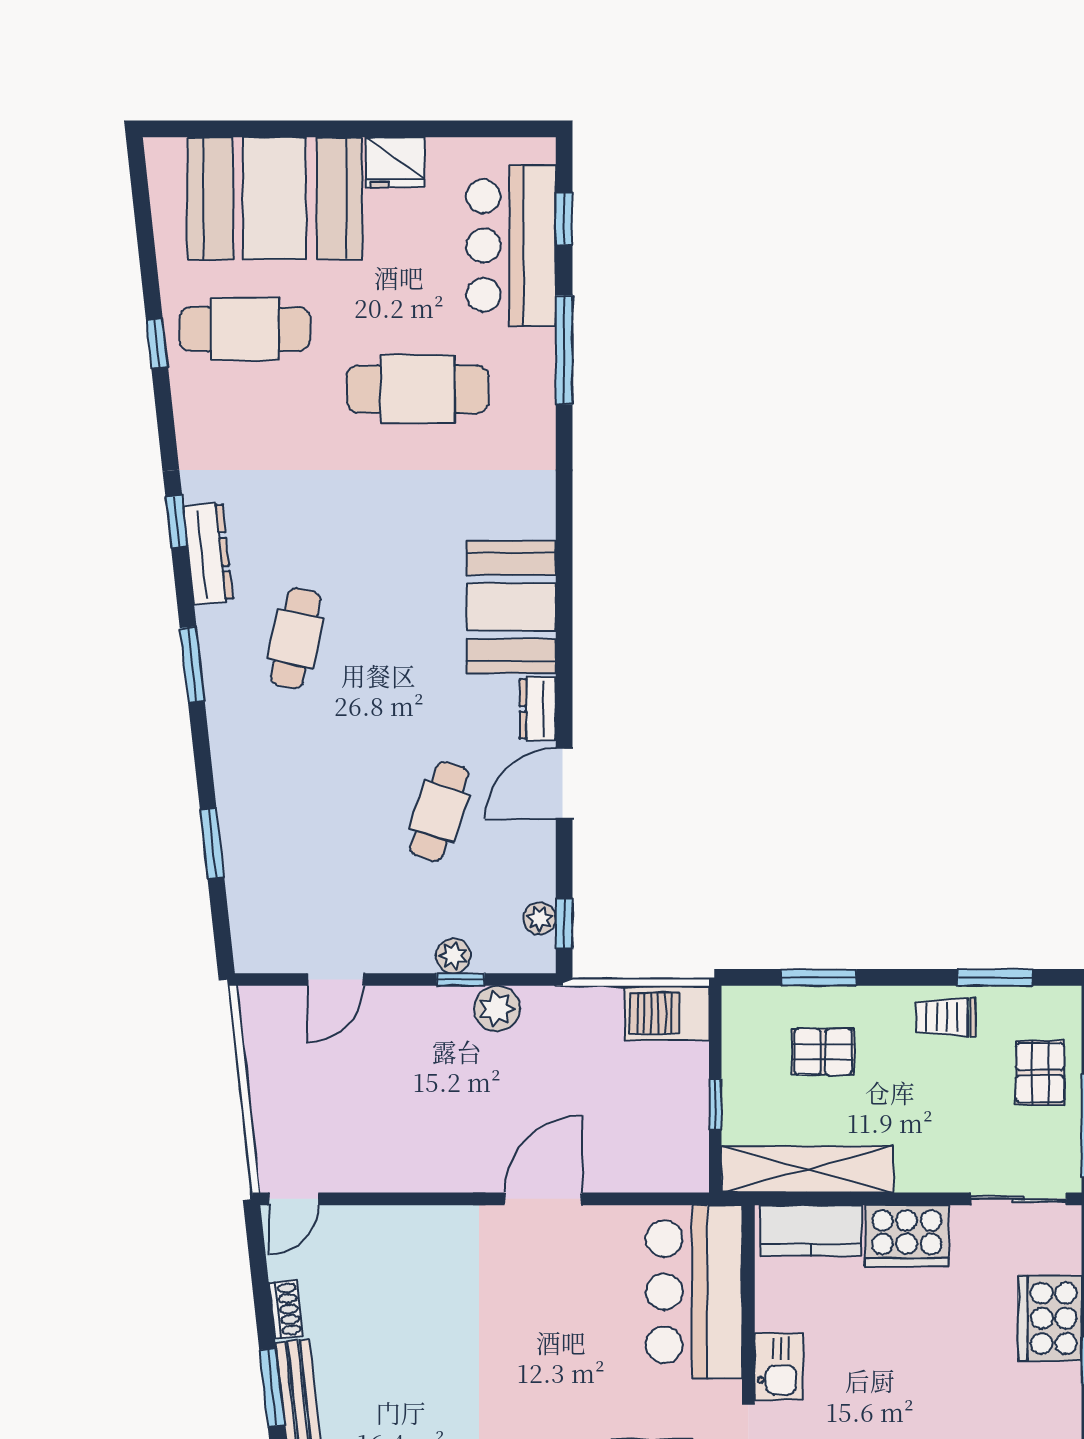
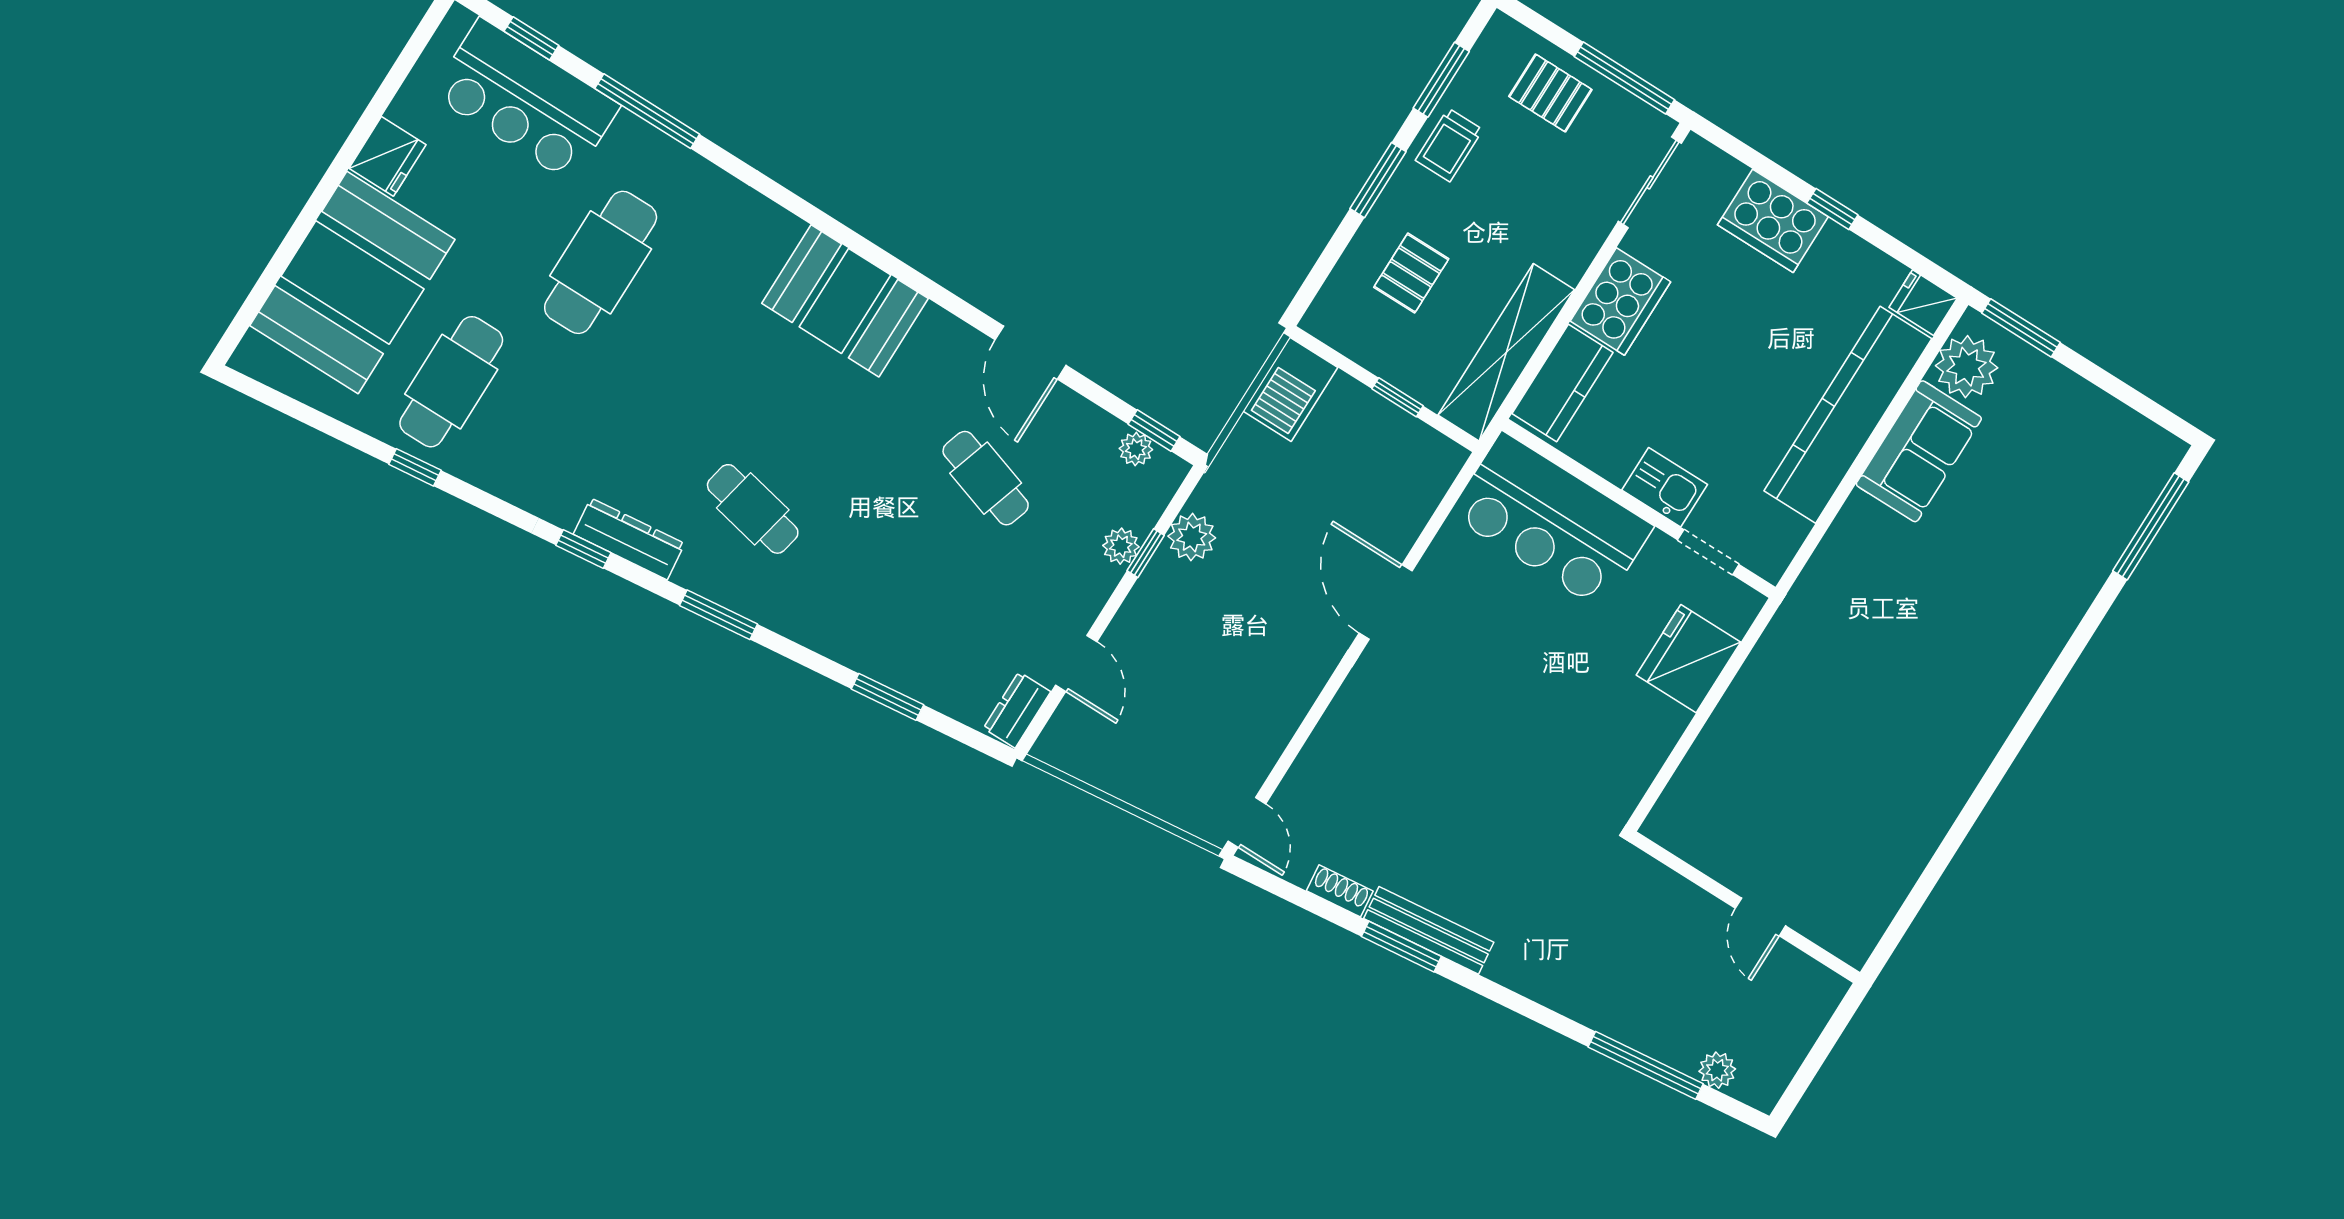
dresser: (538, 709) -> (1017, 710), moved, turned 90
window: (819, 977) -> (1378, 180), moved

